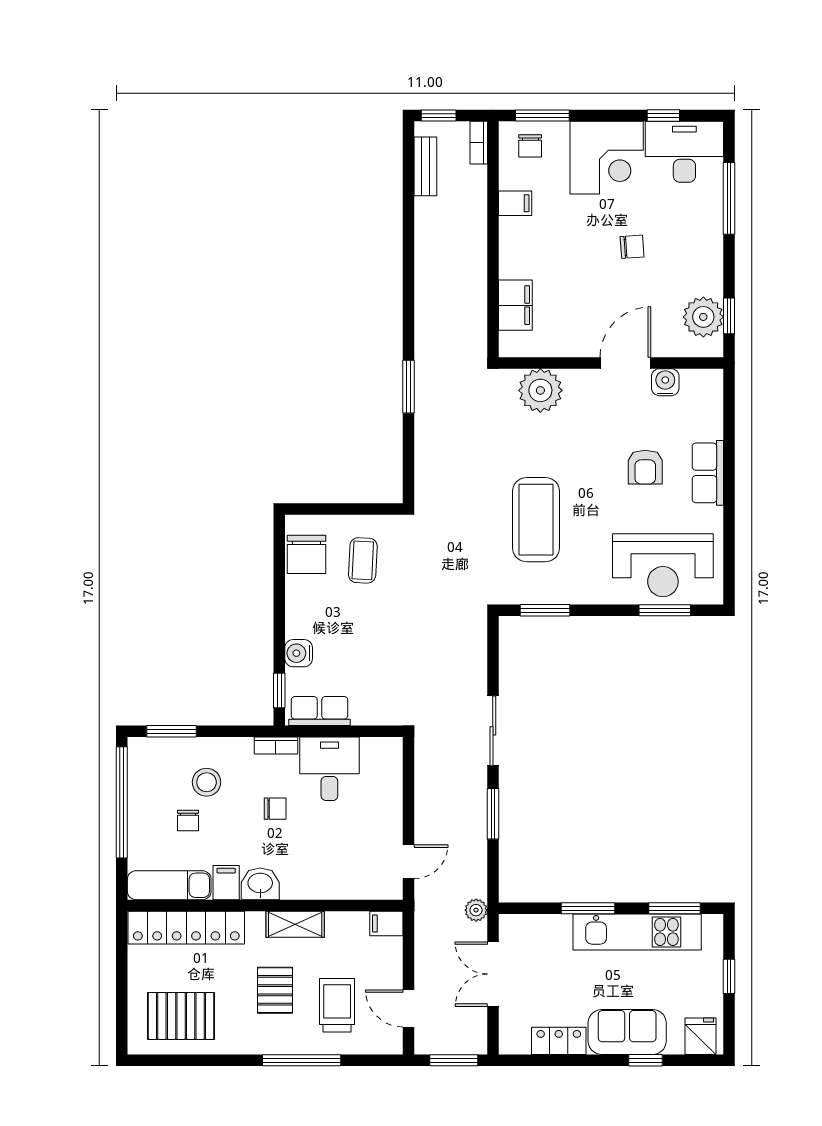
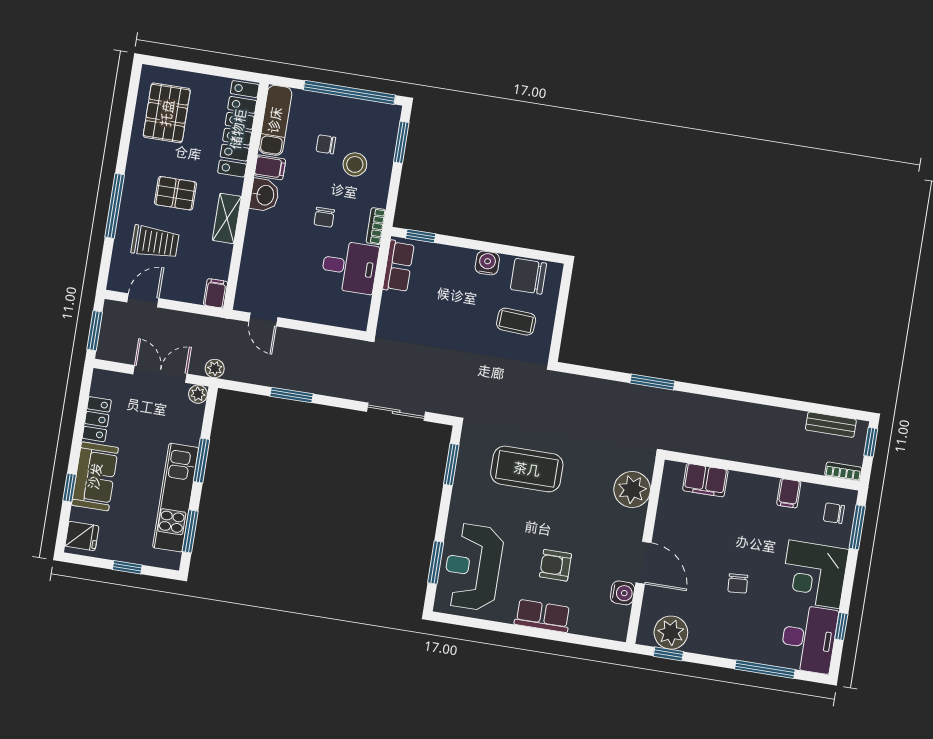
water cooler: (299, 653) -> (487, 263), moved
sliding door: (493, 731) -> (396, 412), moved
plant: (510, 925) -> (198, 394), added

